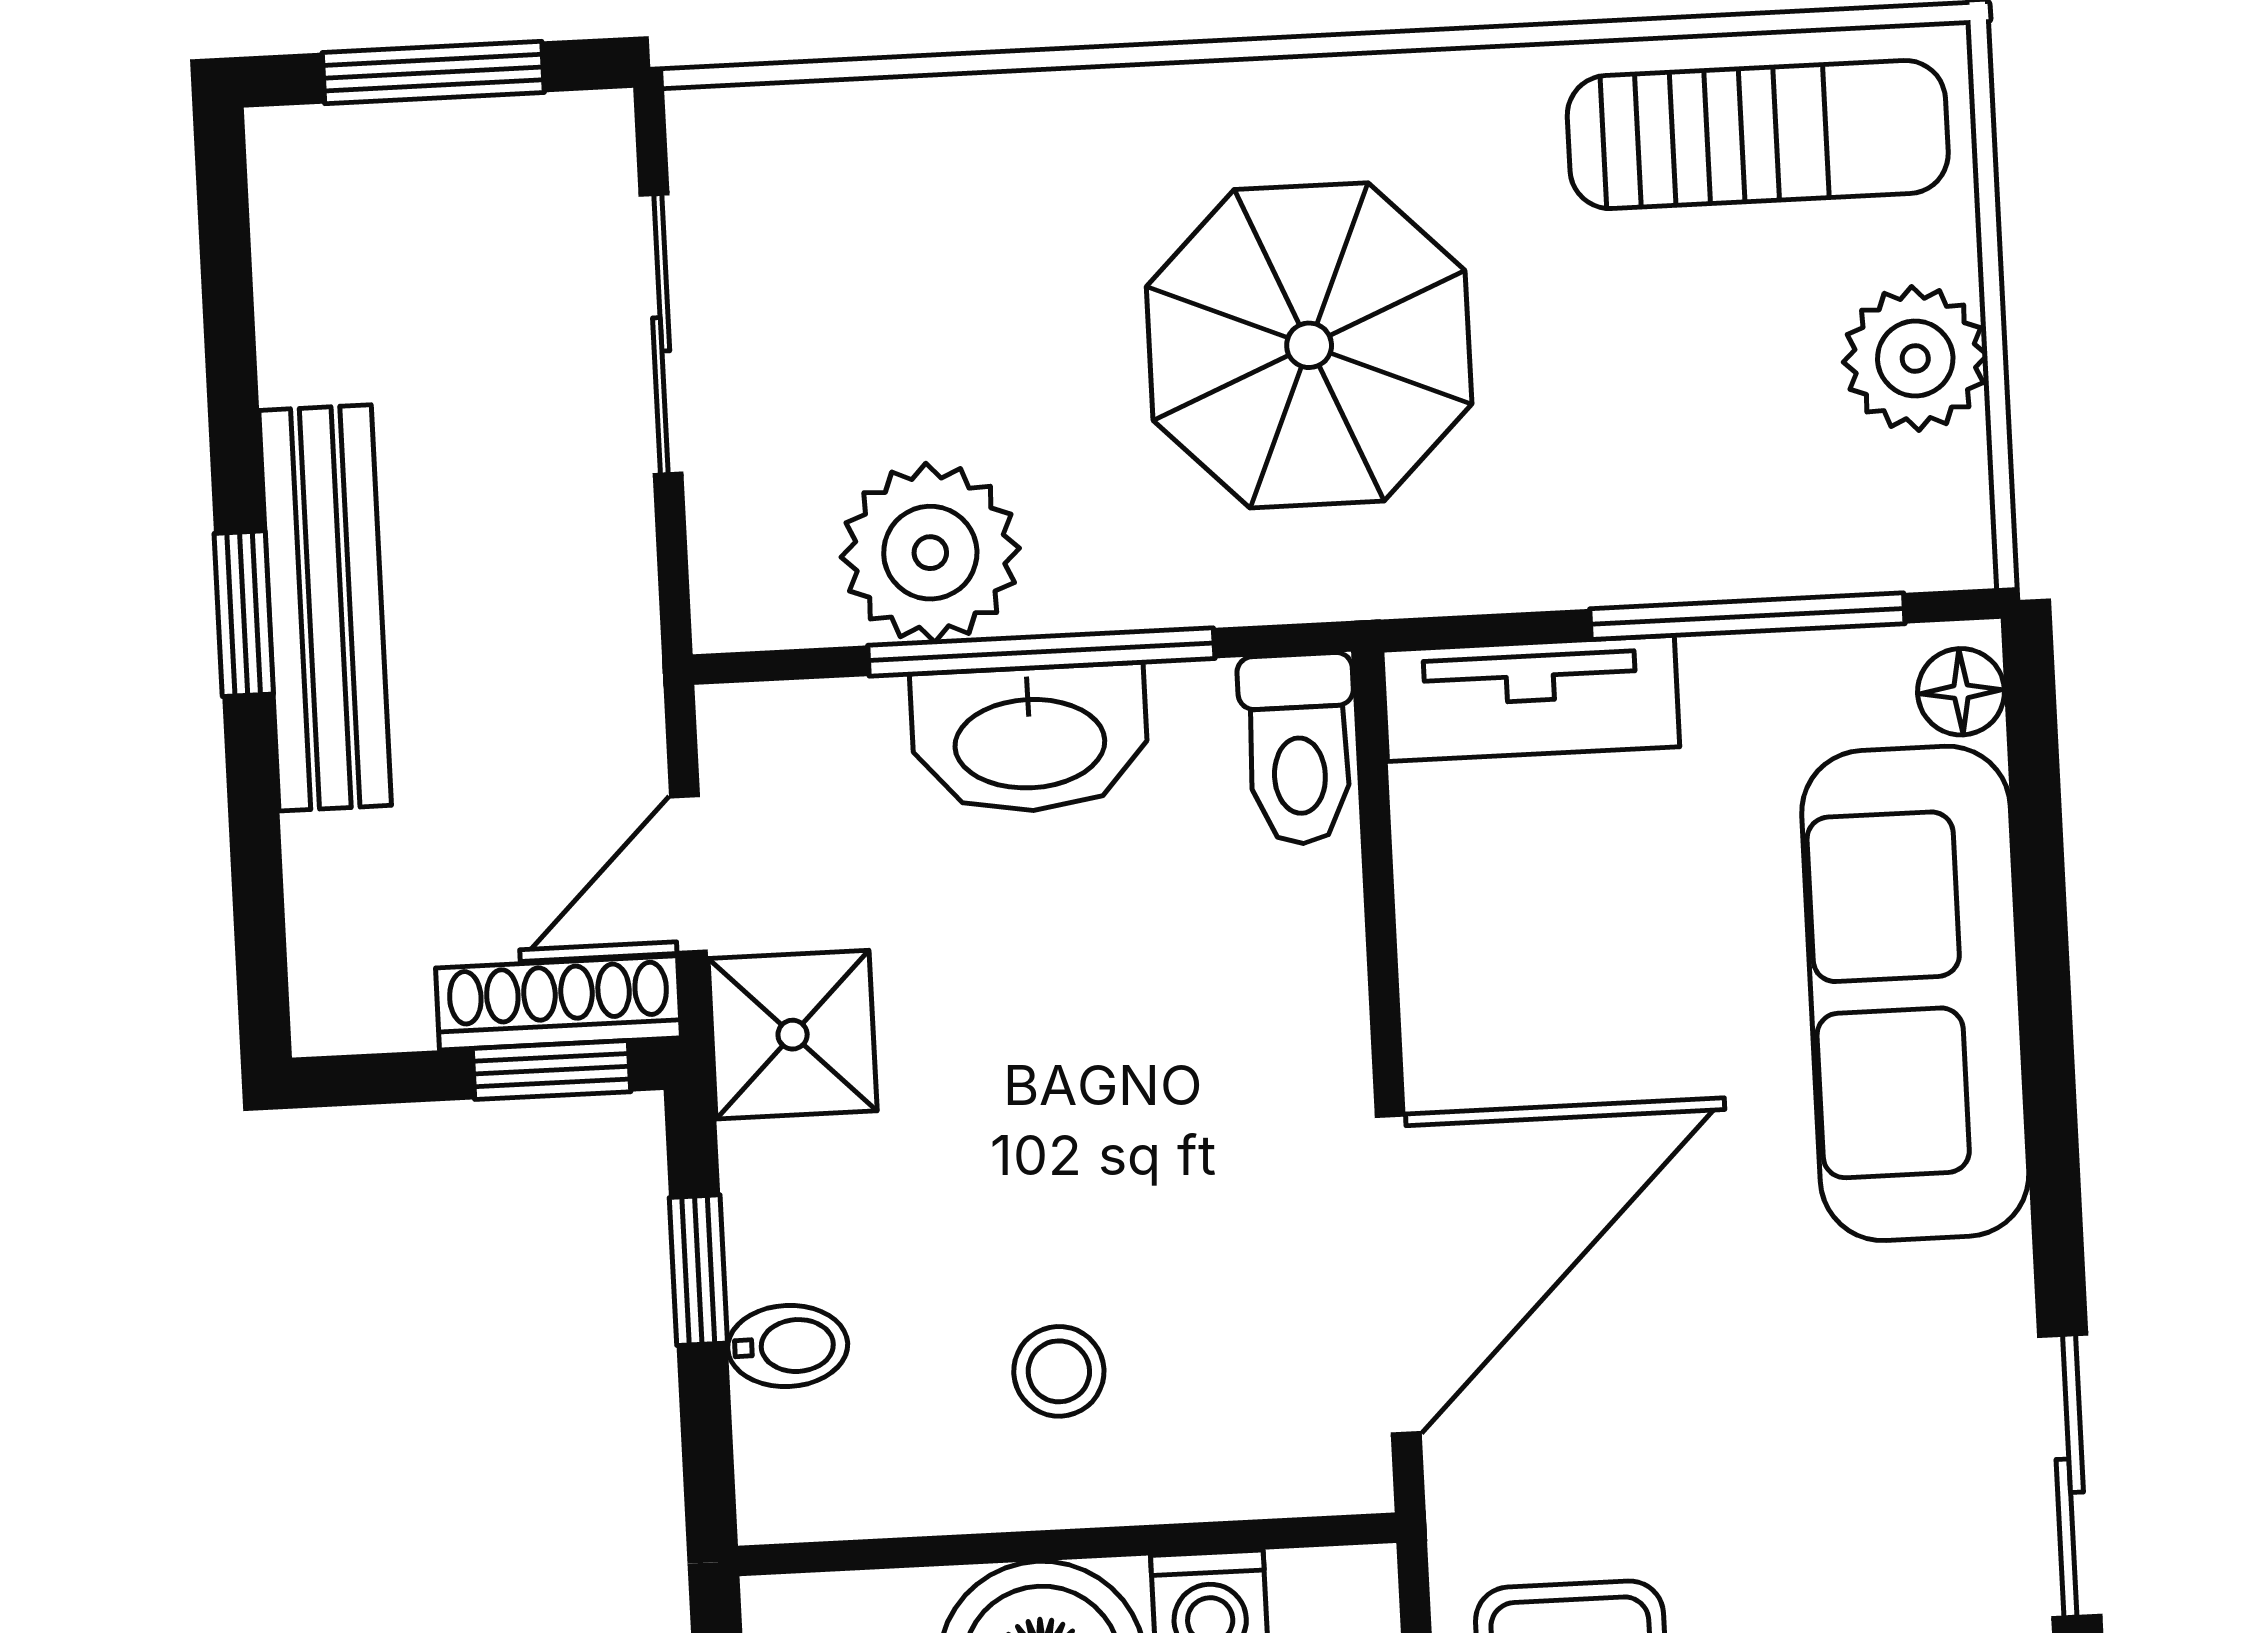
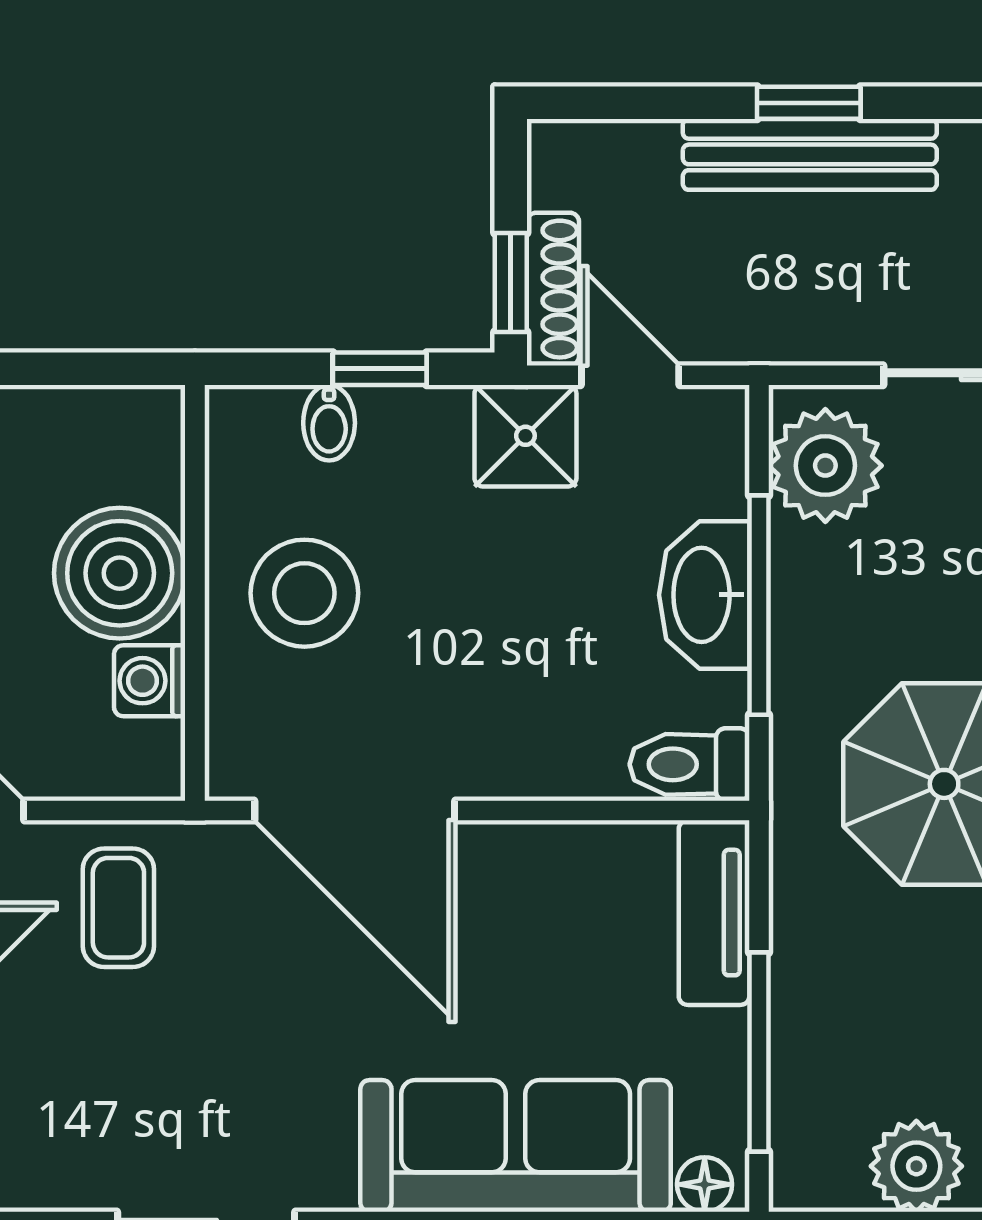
plant: (930, 553) -> (825, 466), moved
stool: (1059, 1371) -> (304, 593), width x1.89, depth x1.89

